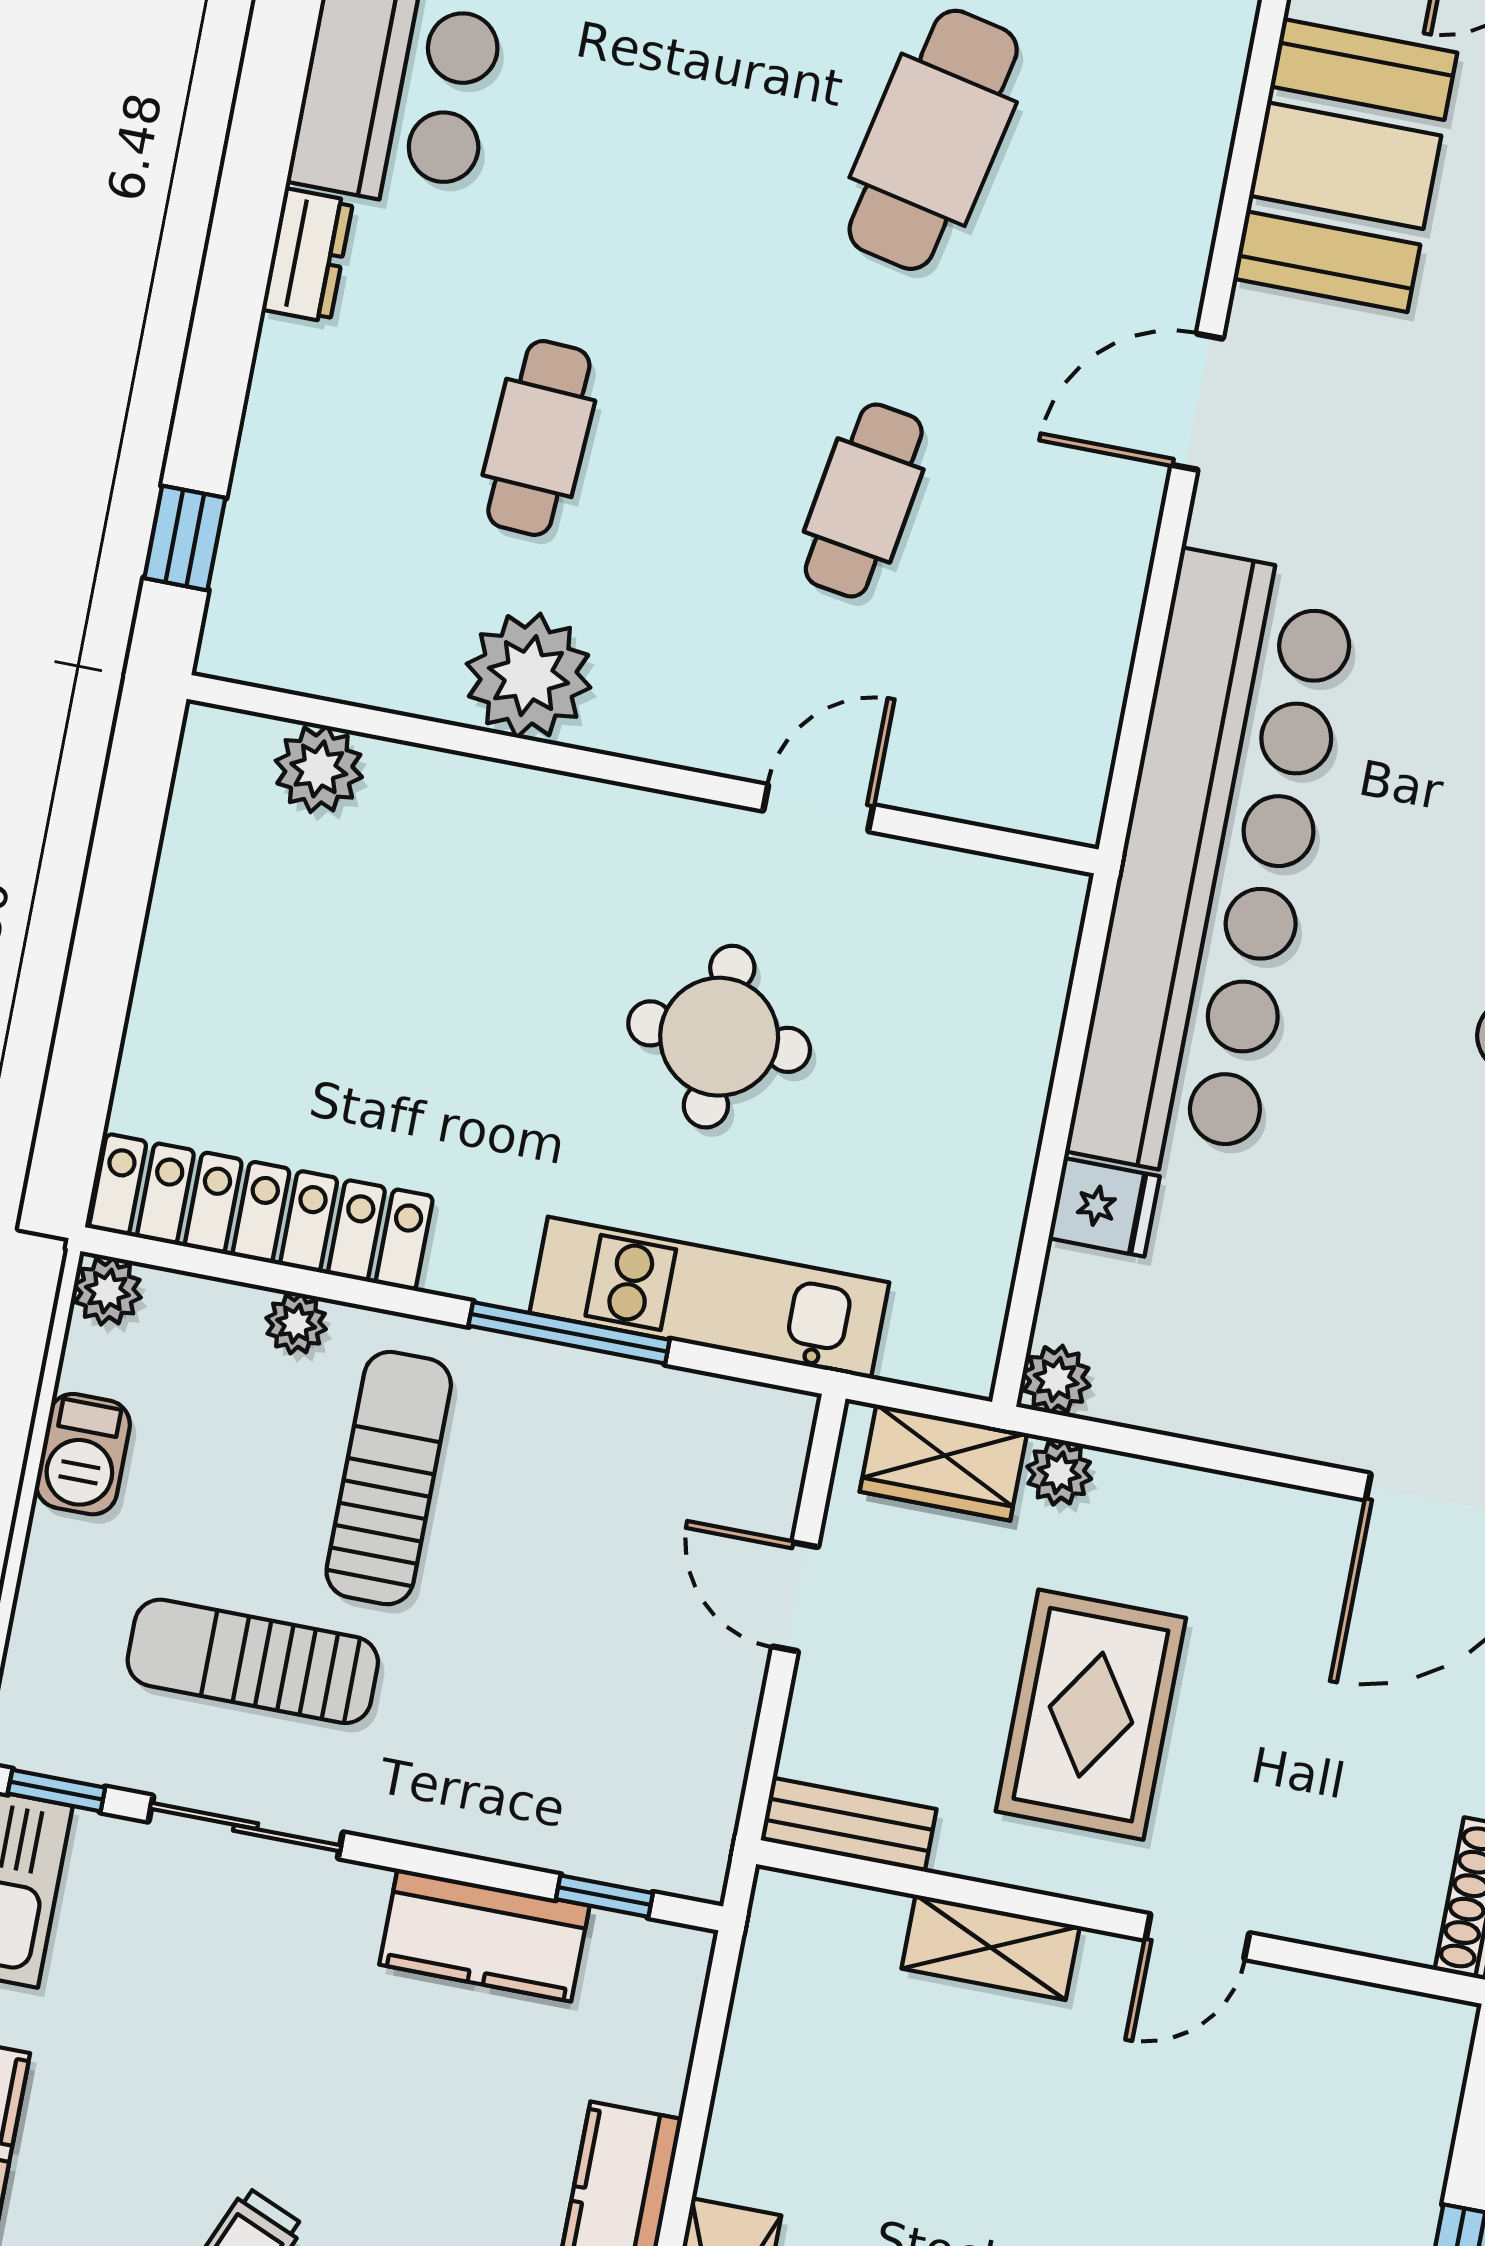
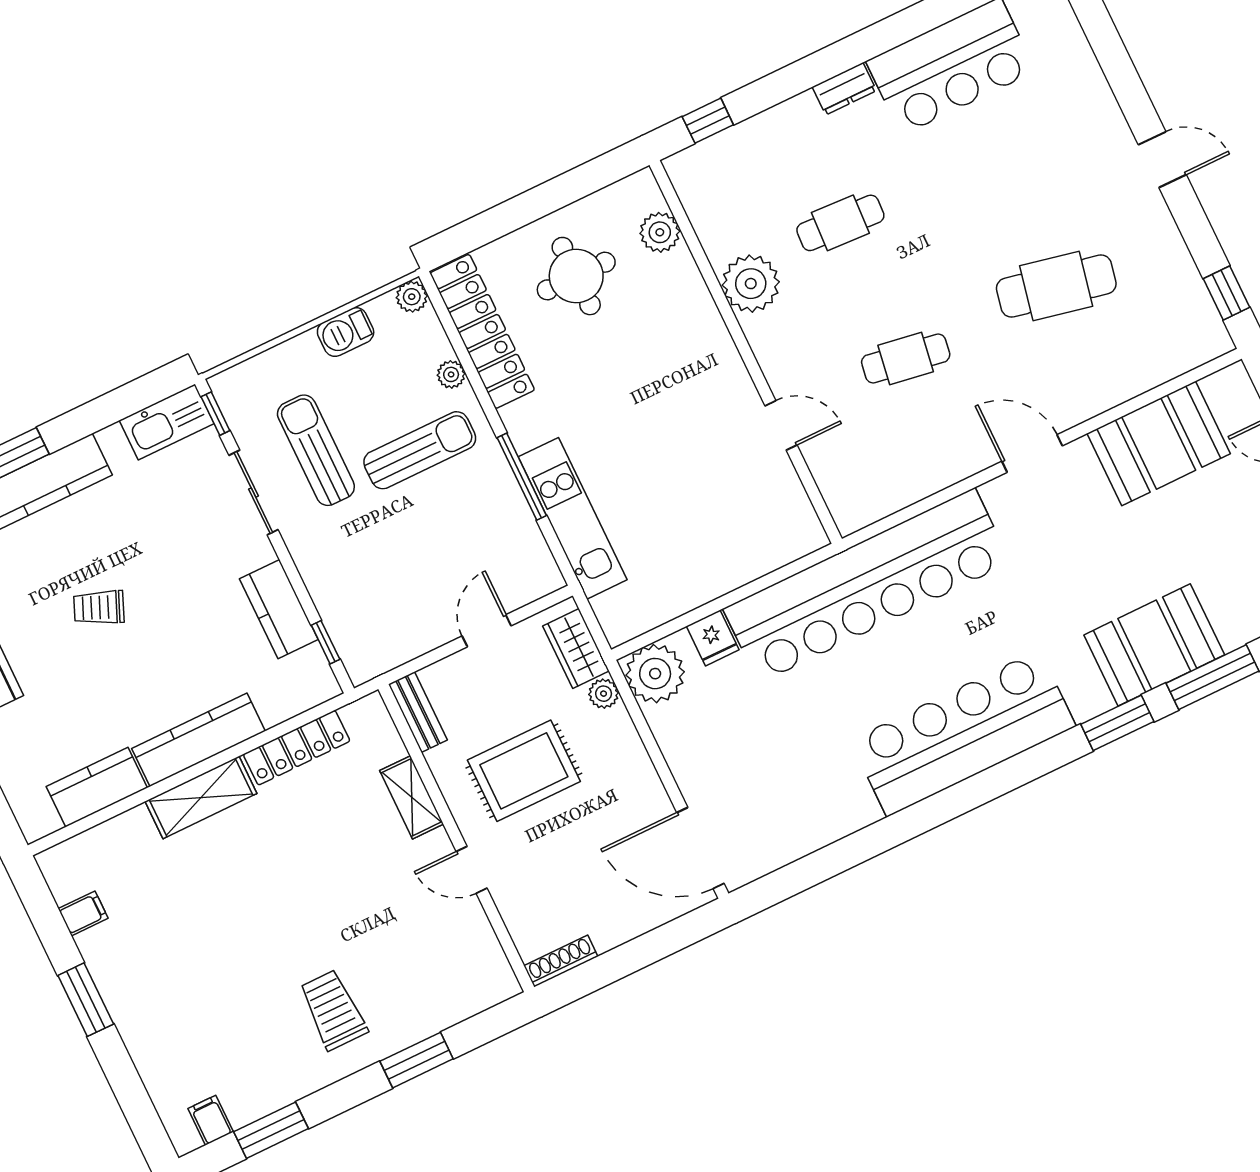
round table: (719, 1037) -> (576, 276), moved
plant: (1056, 1379) -> (655, 674), width x1.87, depth x1.87
locker: (752, 2085) -> (297, 748), added

